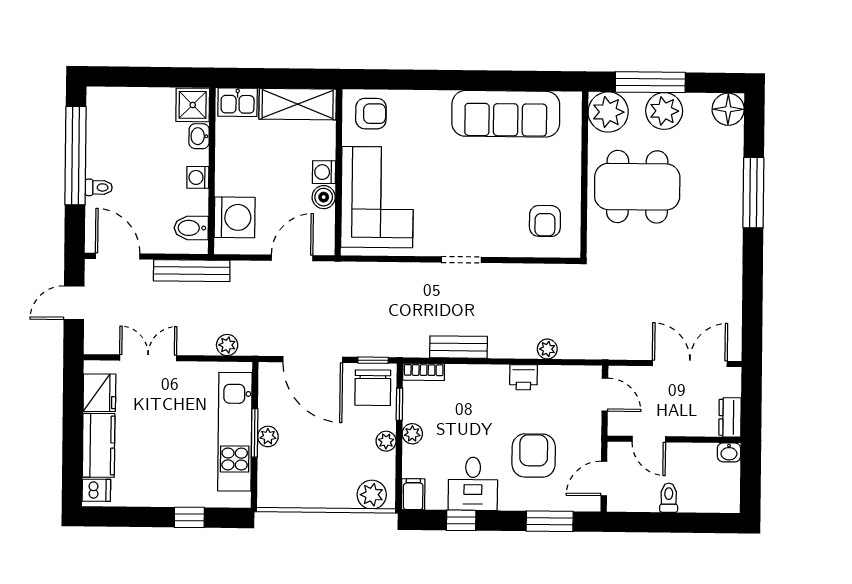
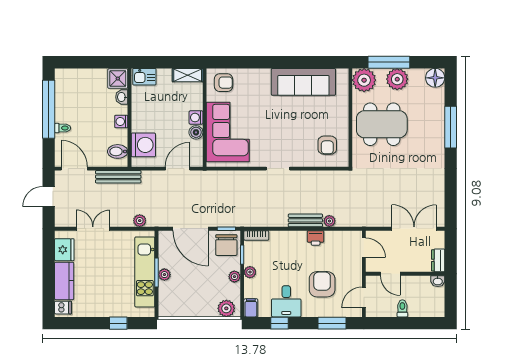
shelving: (298, 104) -> (188, 75), width x0.67, depth x0.75
bench: (458, 347) -> (305, 220), moved

